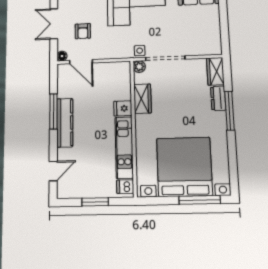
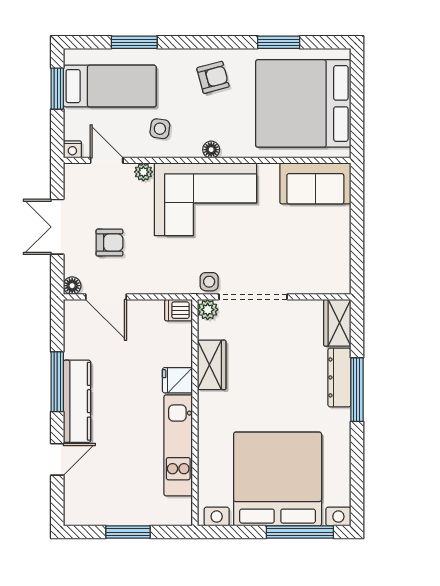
armchair: (83, 31) -> (109, 243), turned -90
dresser: (218, 98) -> (339, 377), width x1.44
door: (53, 171) -> (57, 459), moved
dishwasher: (125, 187) -> (179, 310), moved

